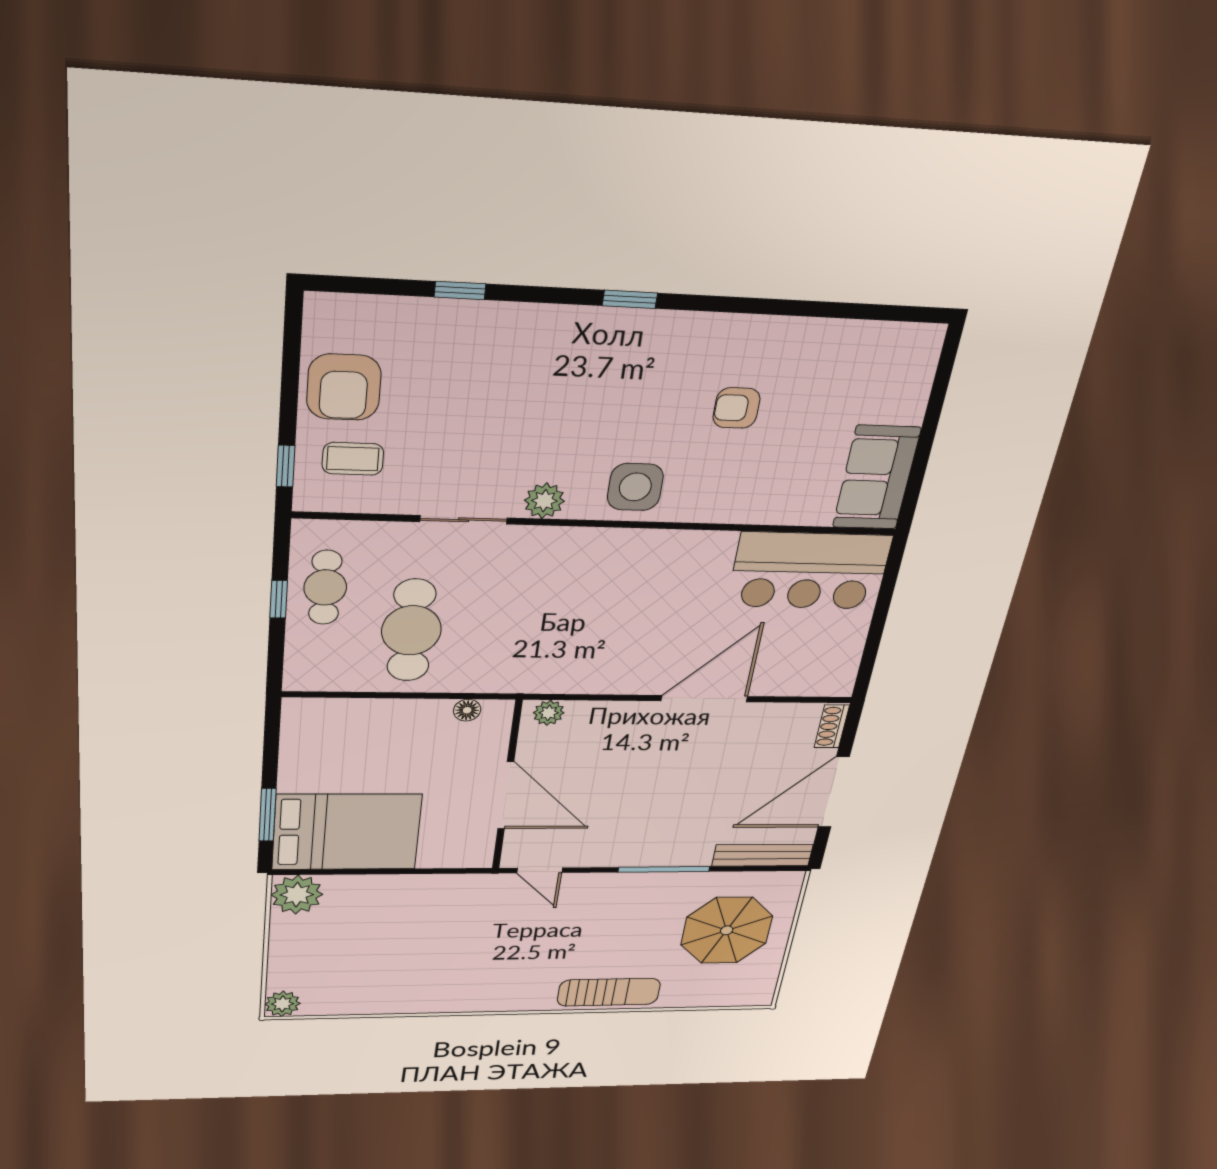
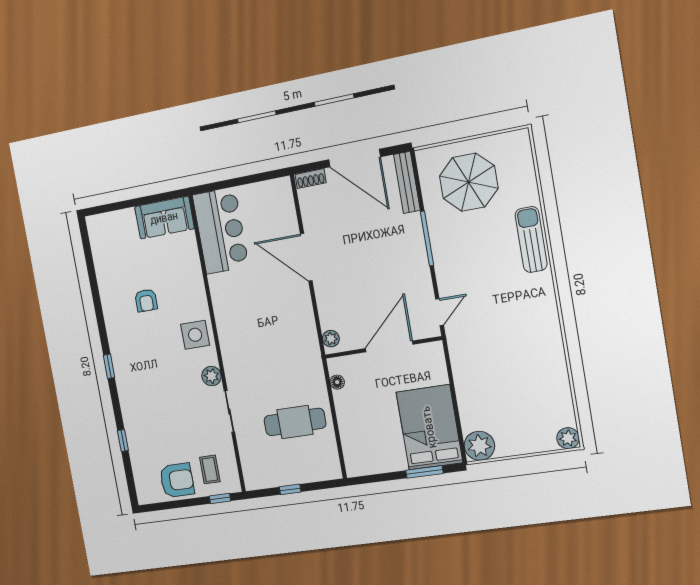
cafe table: (325, 587) -> (279, 469), removed

